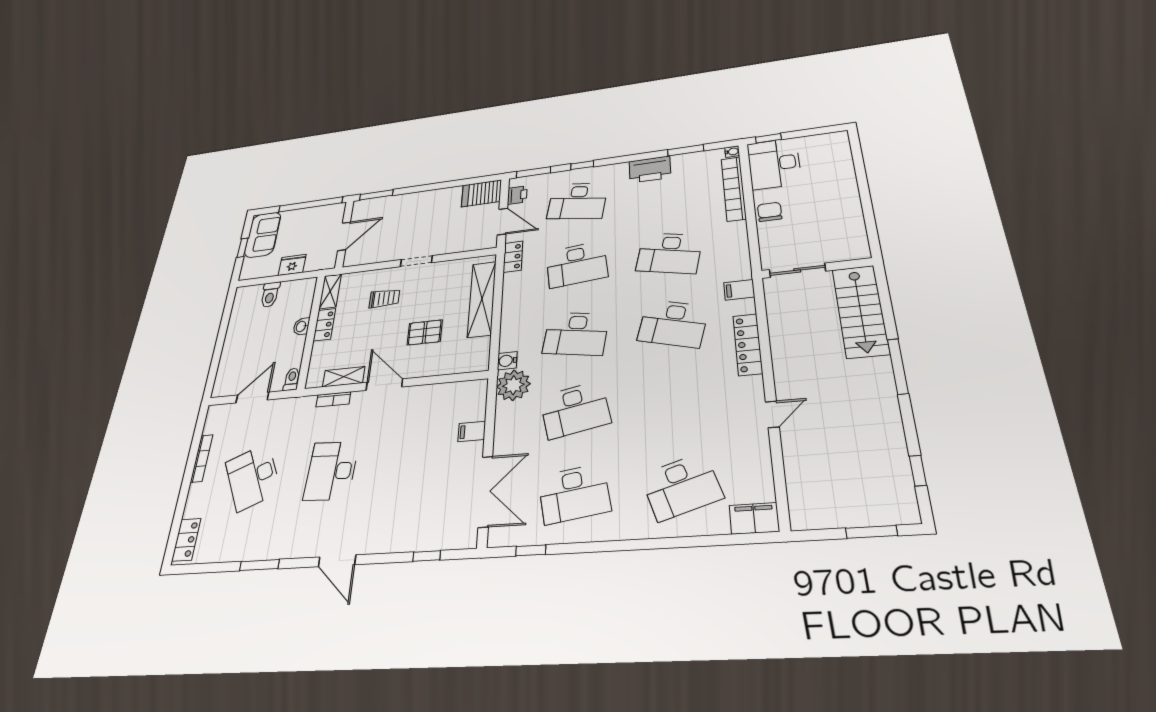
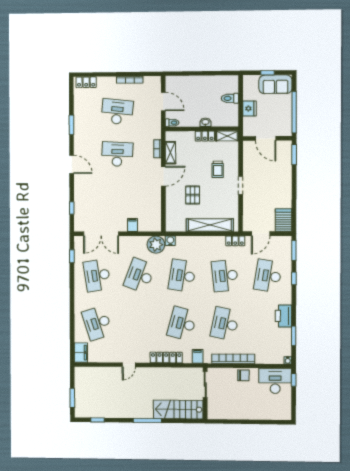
bookcase: (734, 189) -> (233, 359), moved
printer: (517, 195) -> (278, 241), removed
desk: (575, 410) -> (139, 275), turned 33
door: (772, 414) -> (129, 365), hinge flipped
desk: (253, 477) -> (117, 112), turned 30
door: (337, 561) -> (72, 164), swing flipped

